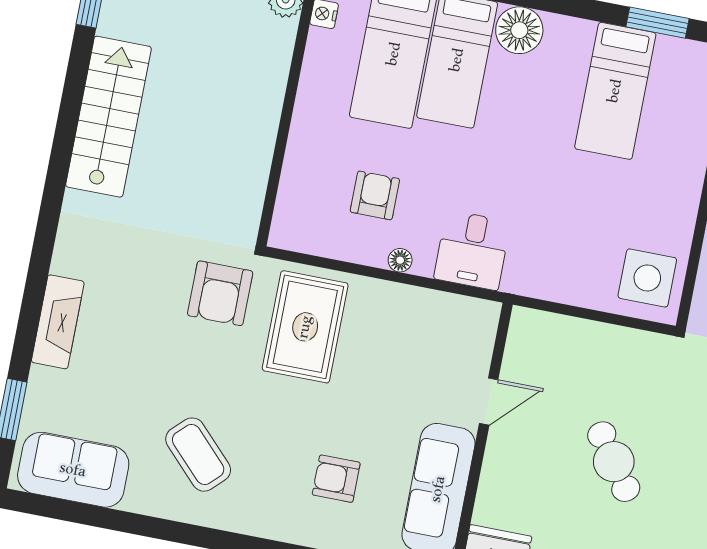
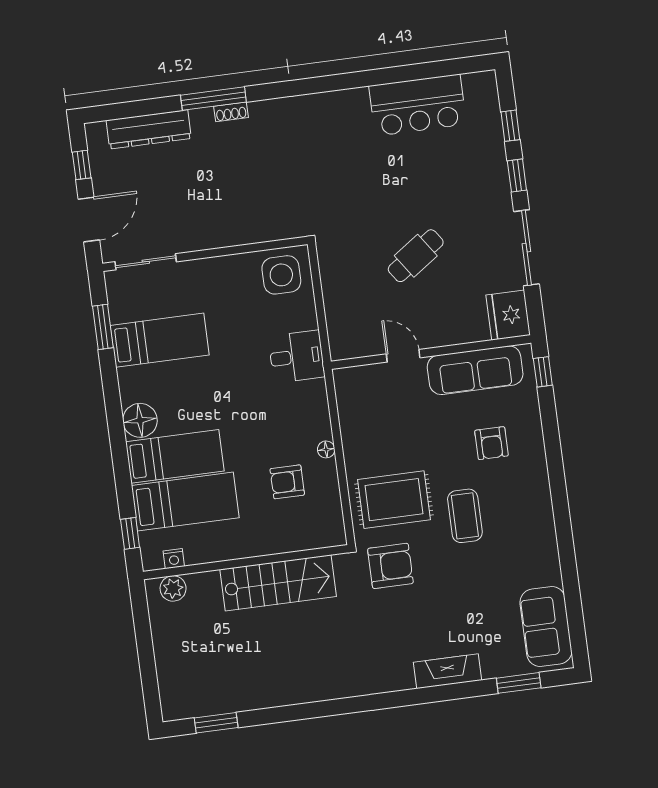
stairs: (108, 117) -> (278, 583), moved, turned 180
desk: (472, 250) -> (297, 357), moved
coffee table: (198, 455) -> (465, 516), moved, turned -46

